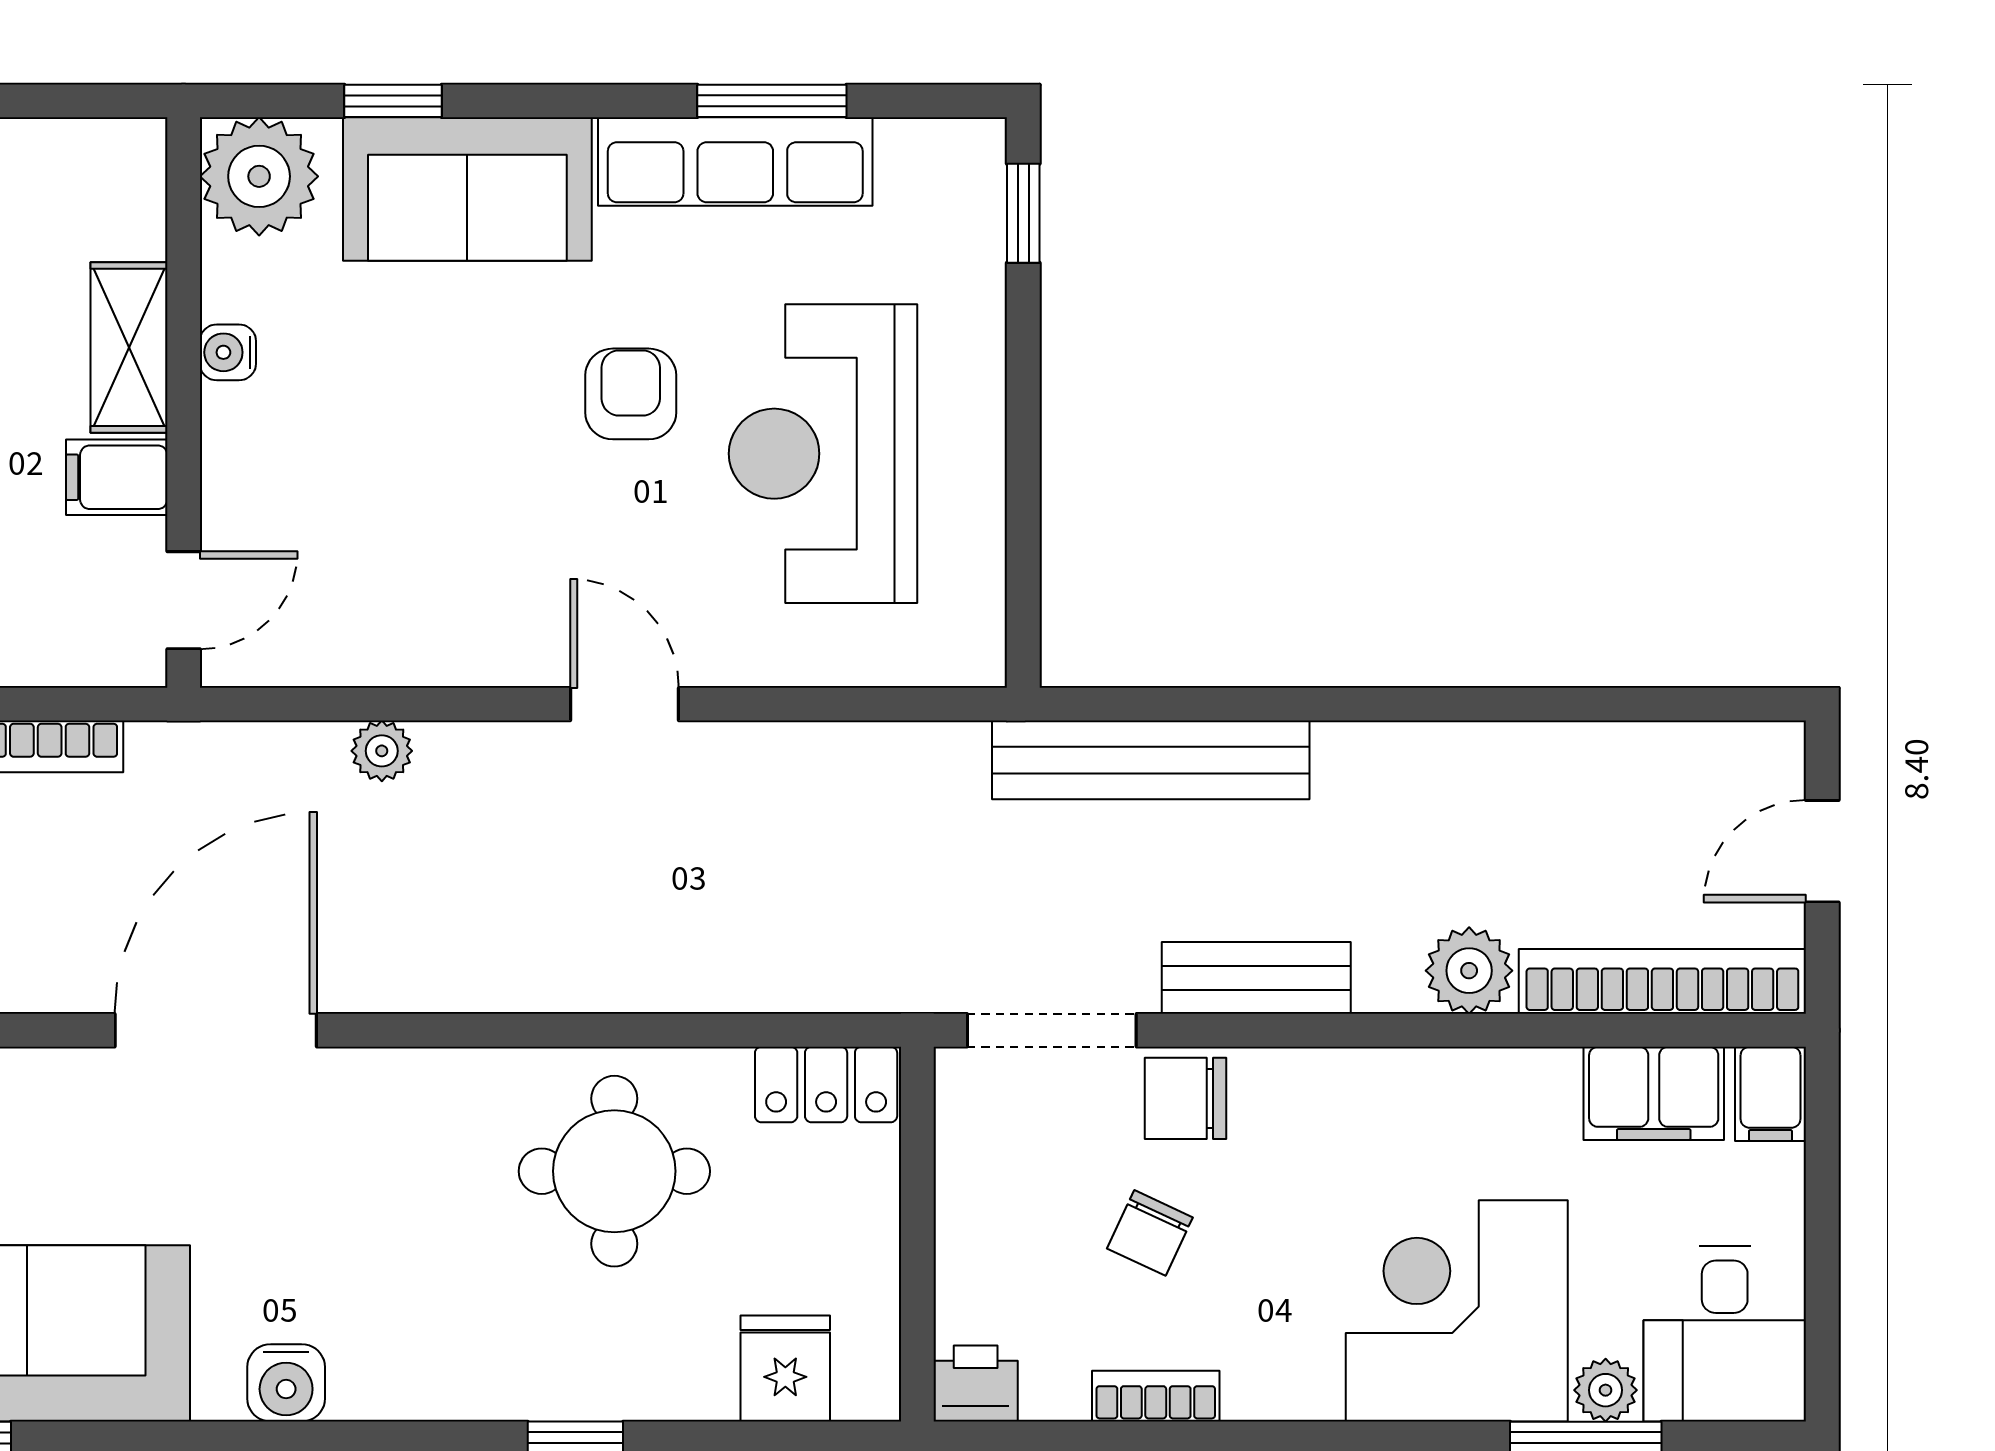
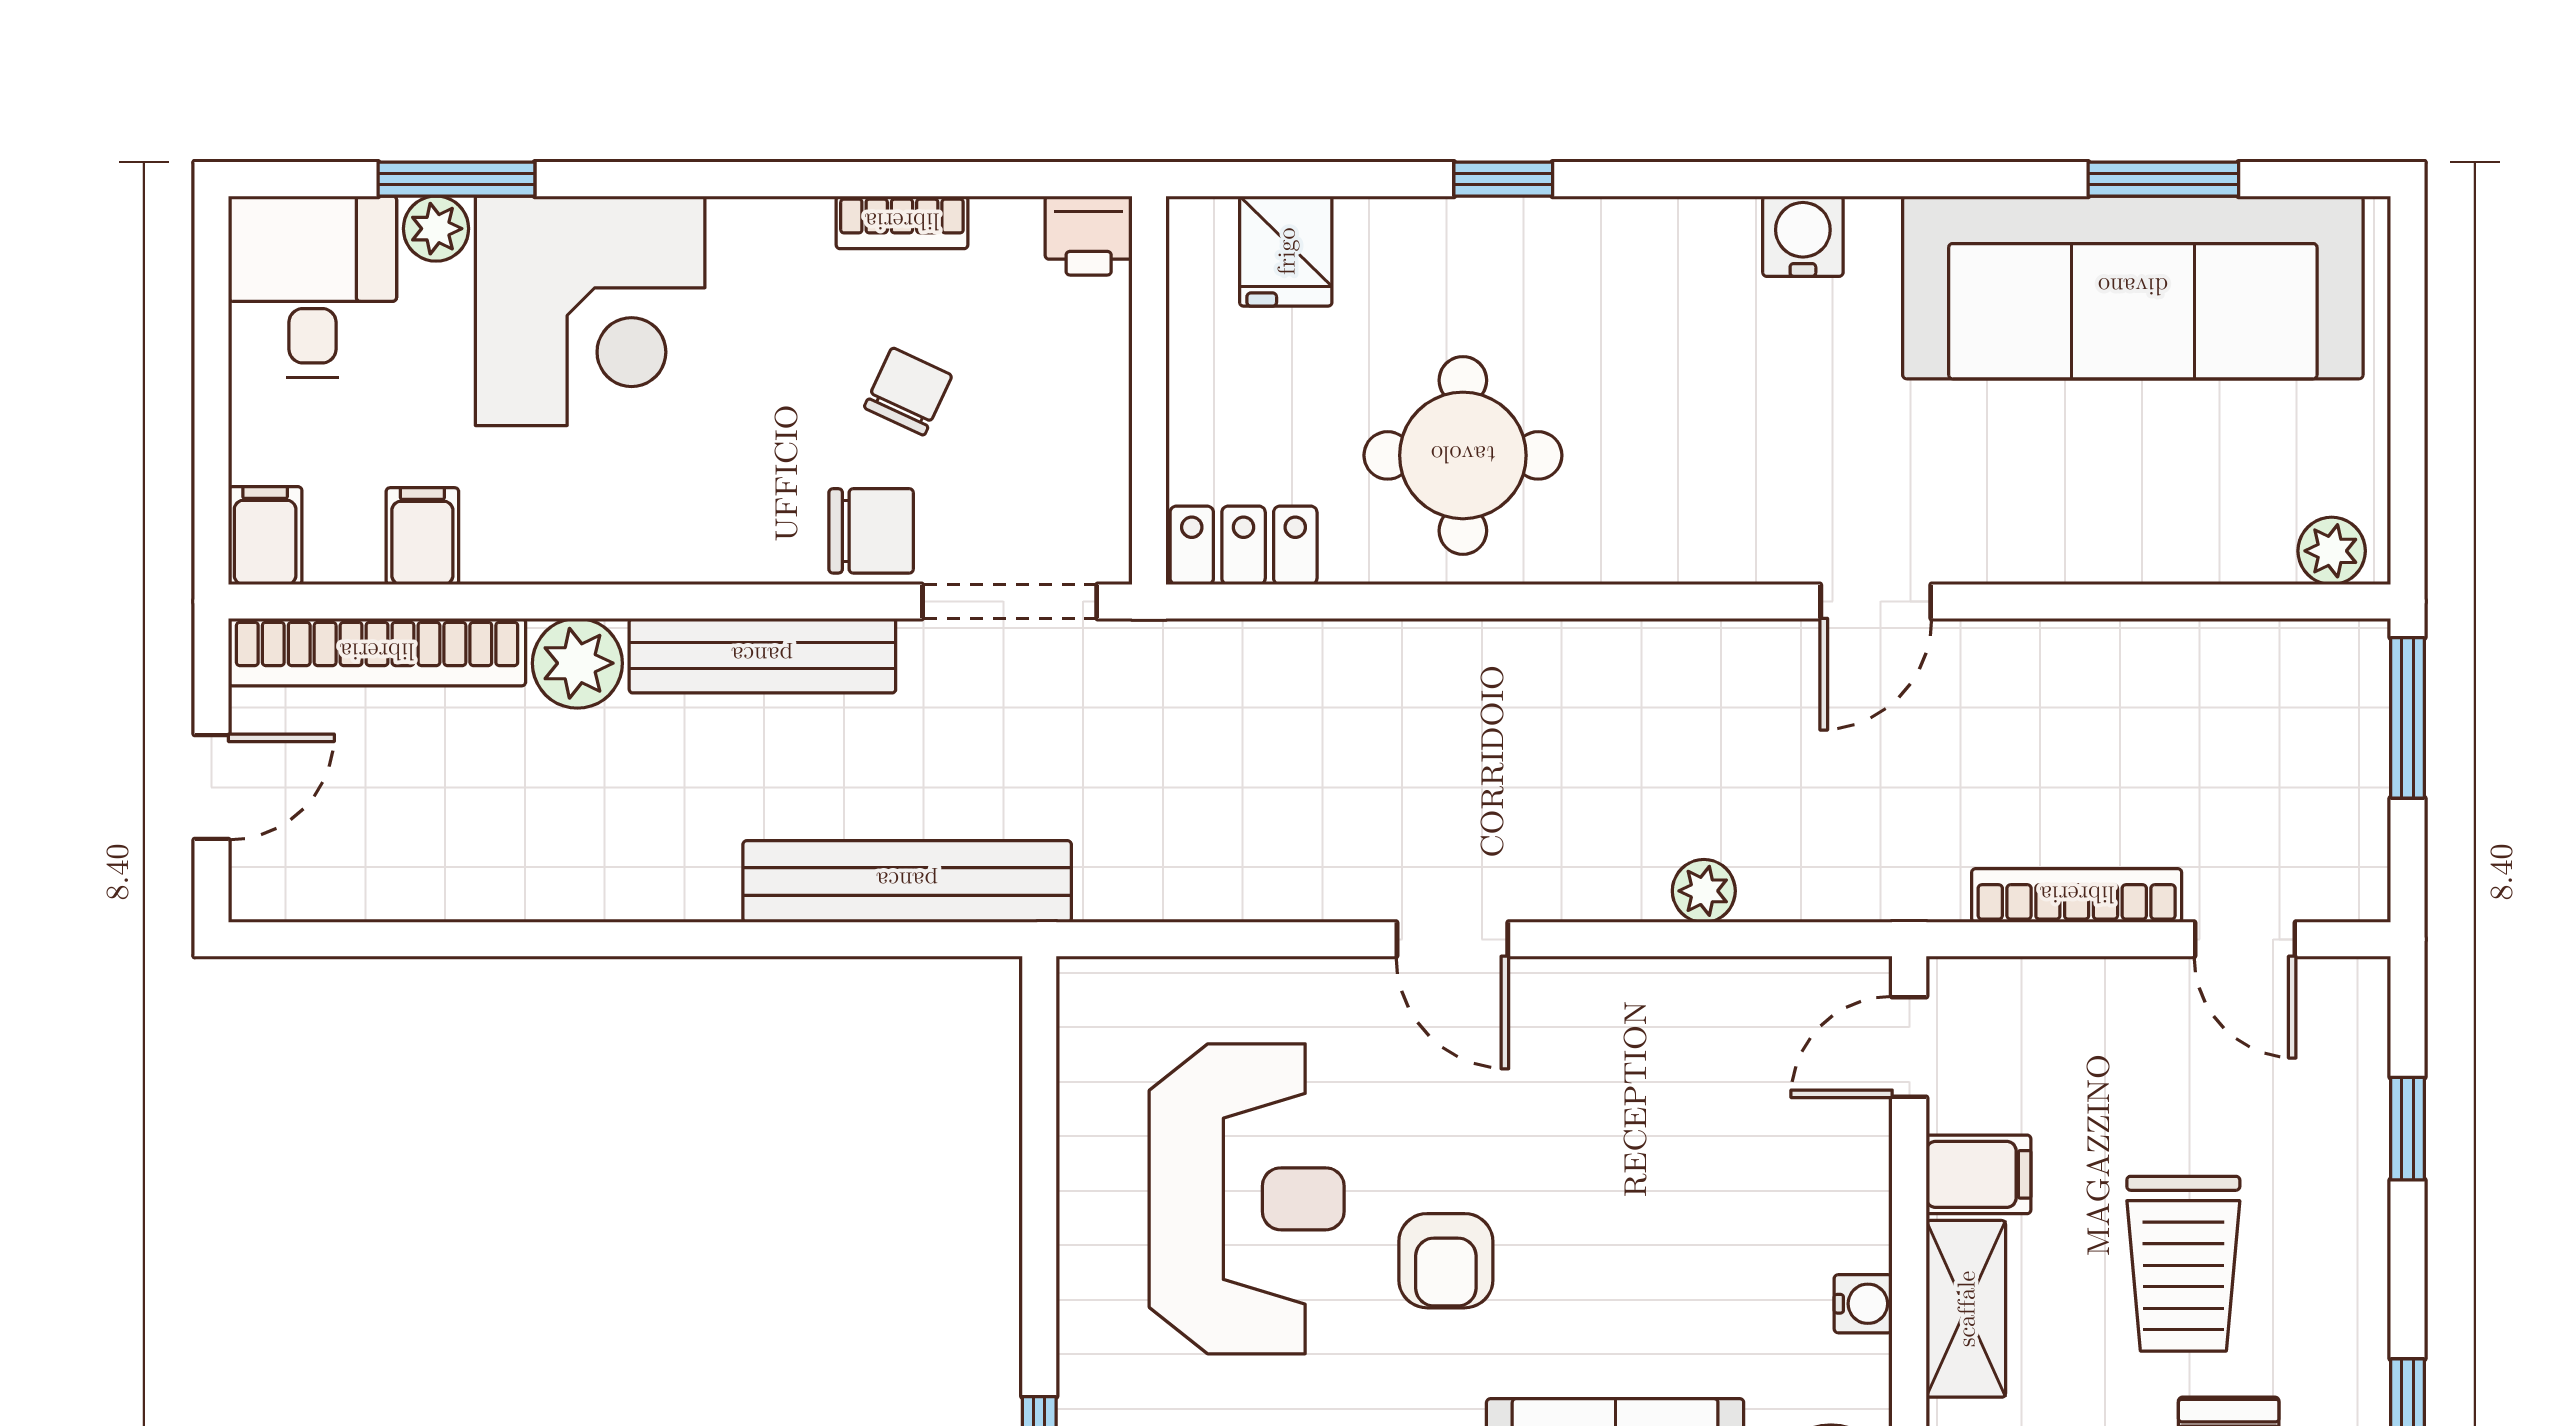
bench: (1256, 978) -> (762, 656), width x1.36
door: (216, 1030) -> (1876, 601), width x0.53
filing cabinet: (1654, 1093) -> (422, 536), width x0.50

